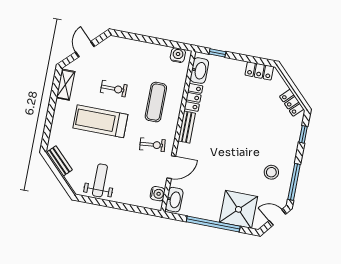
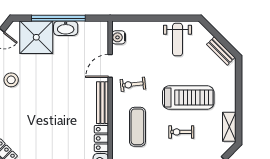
bench: (187, 127) -> (103, 103), width x1.36
washbasin: (174, 200) -> (66, 28), moved, turned -90

